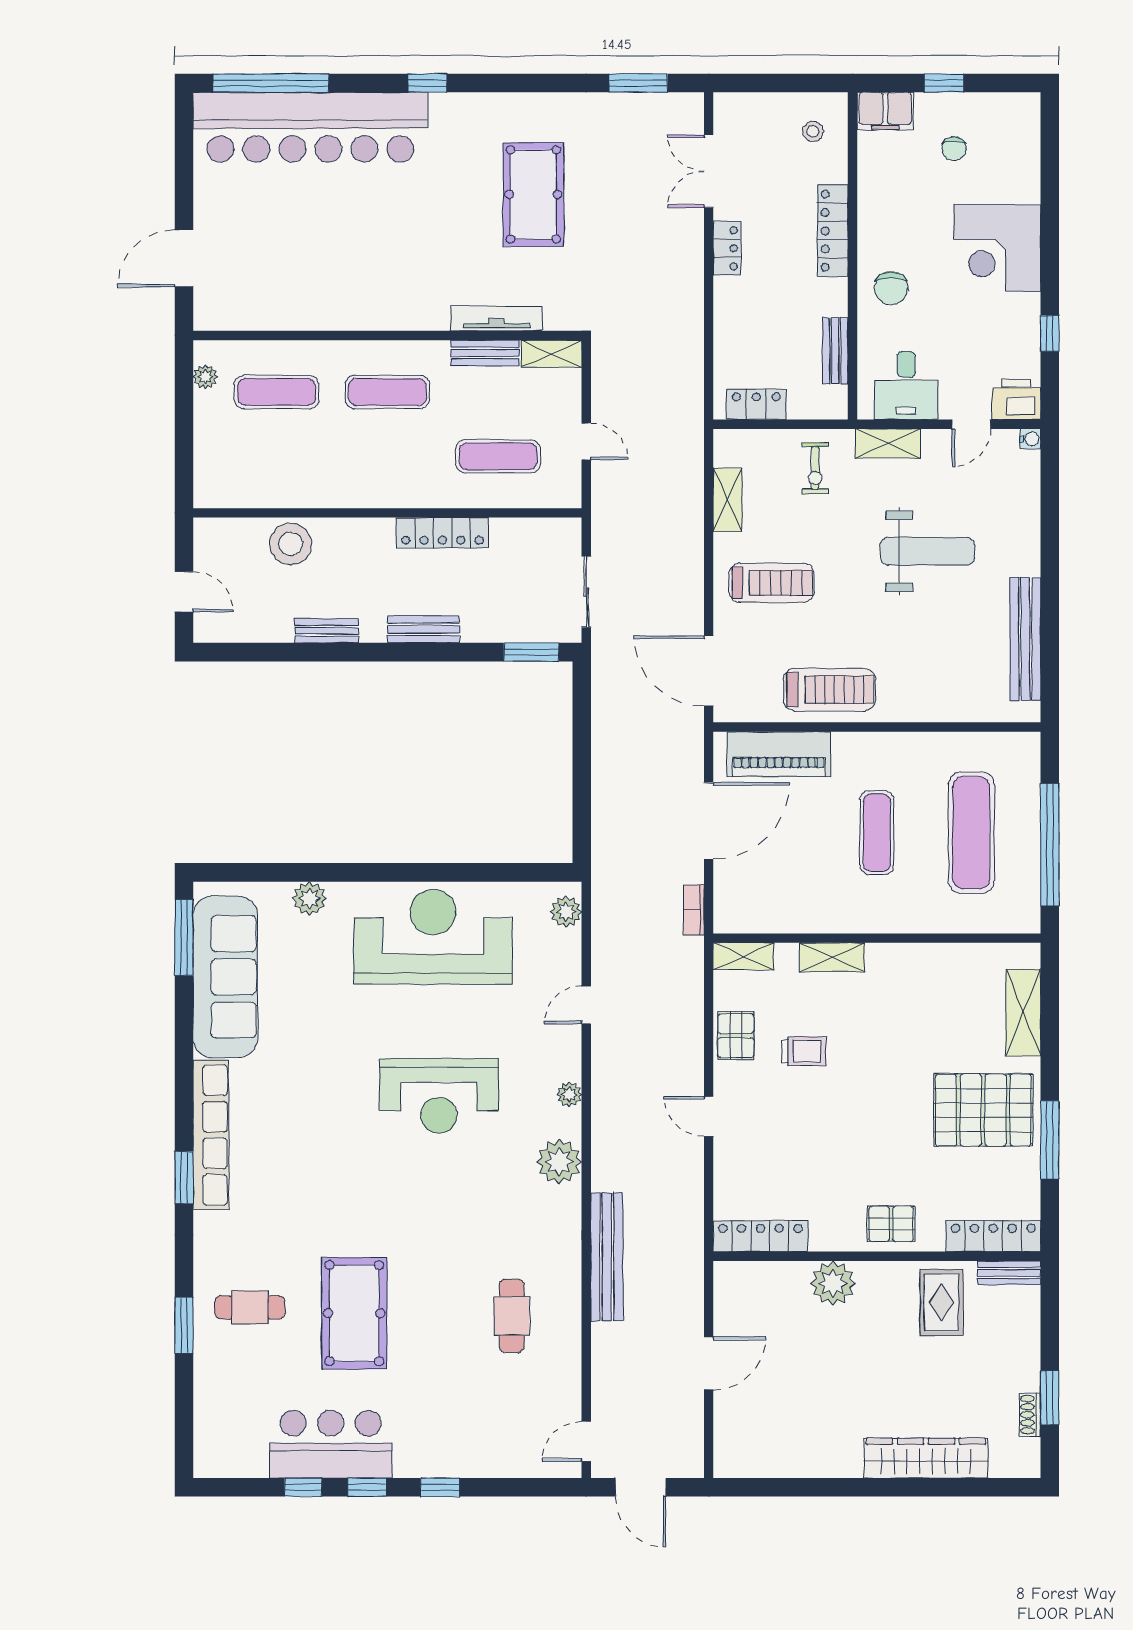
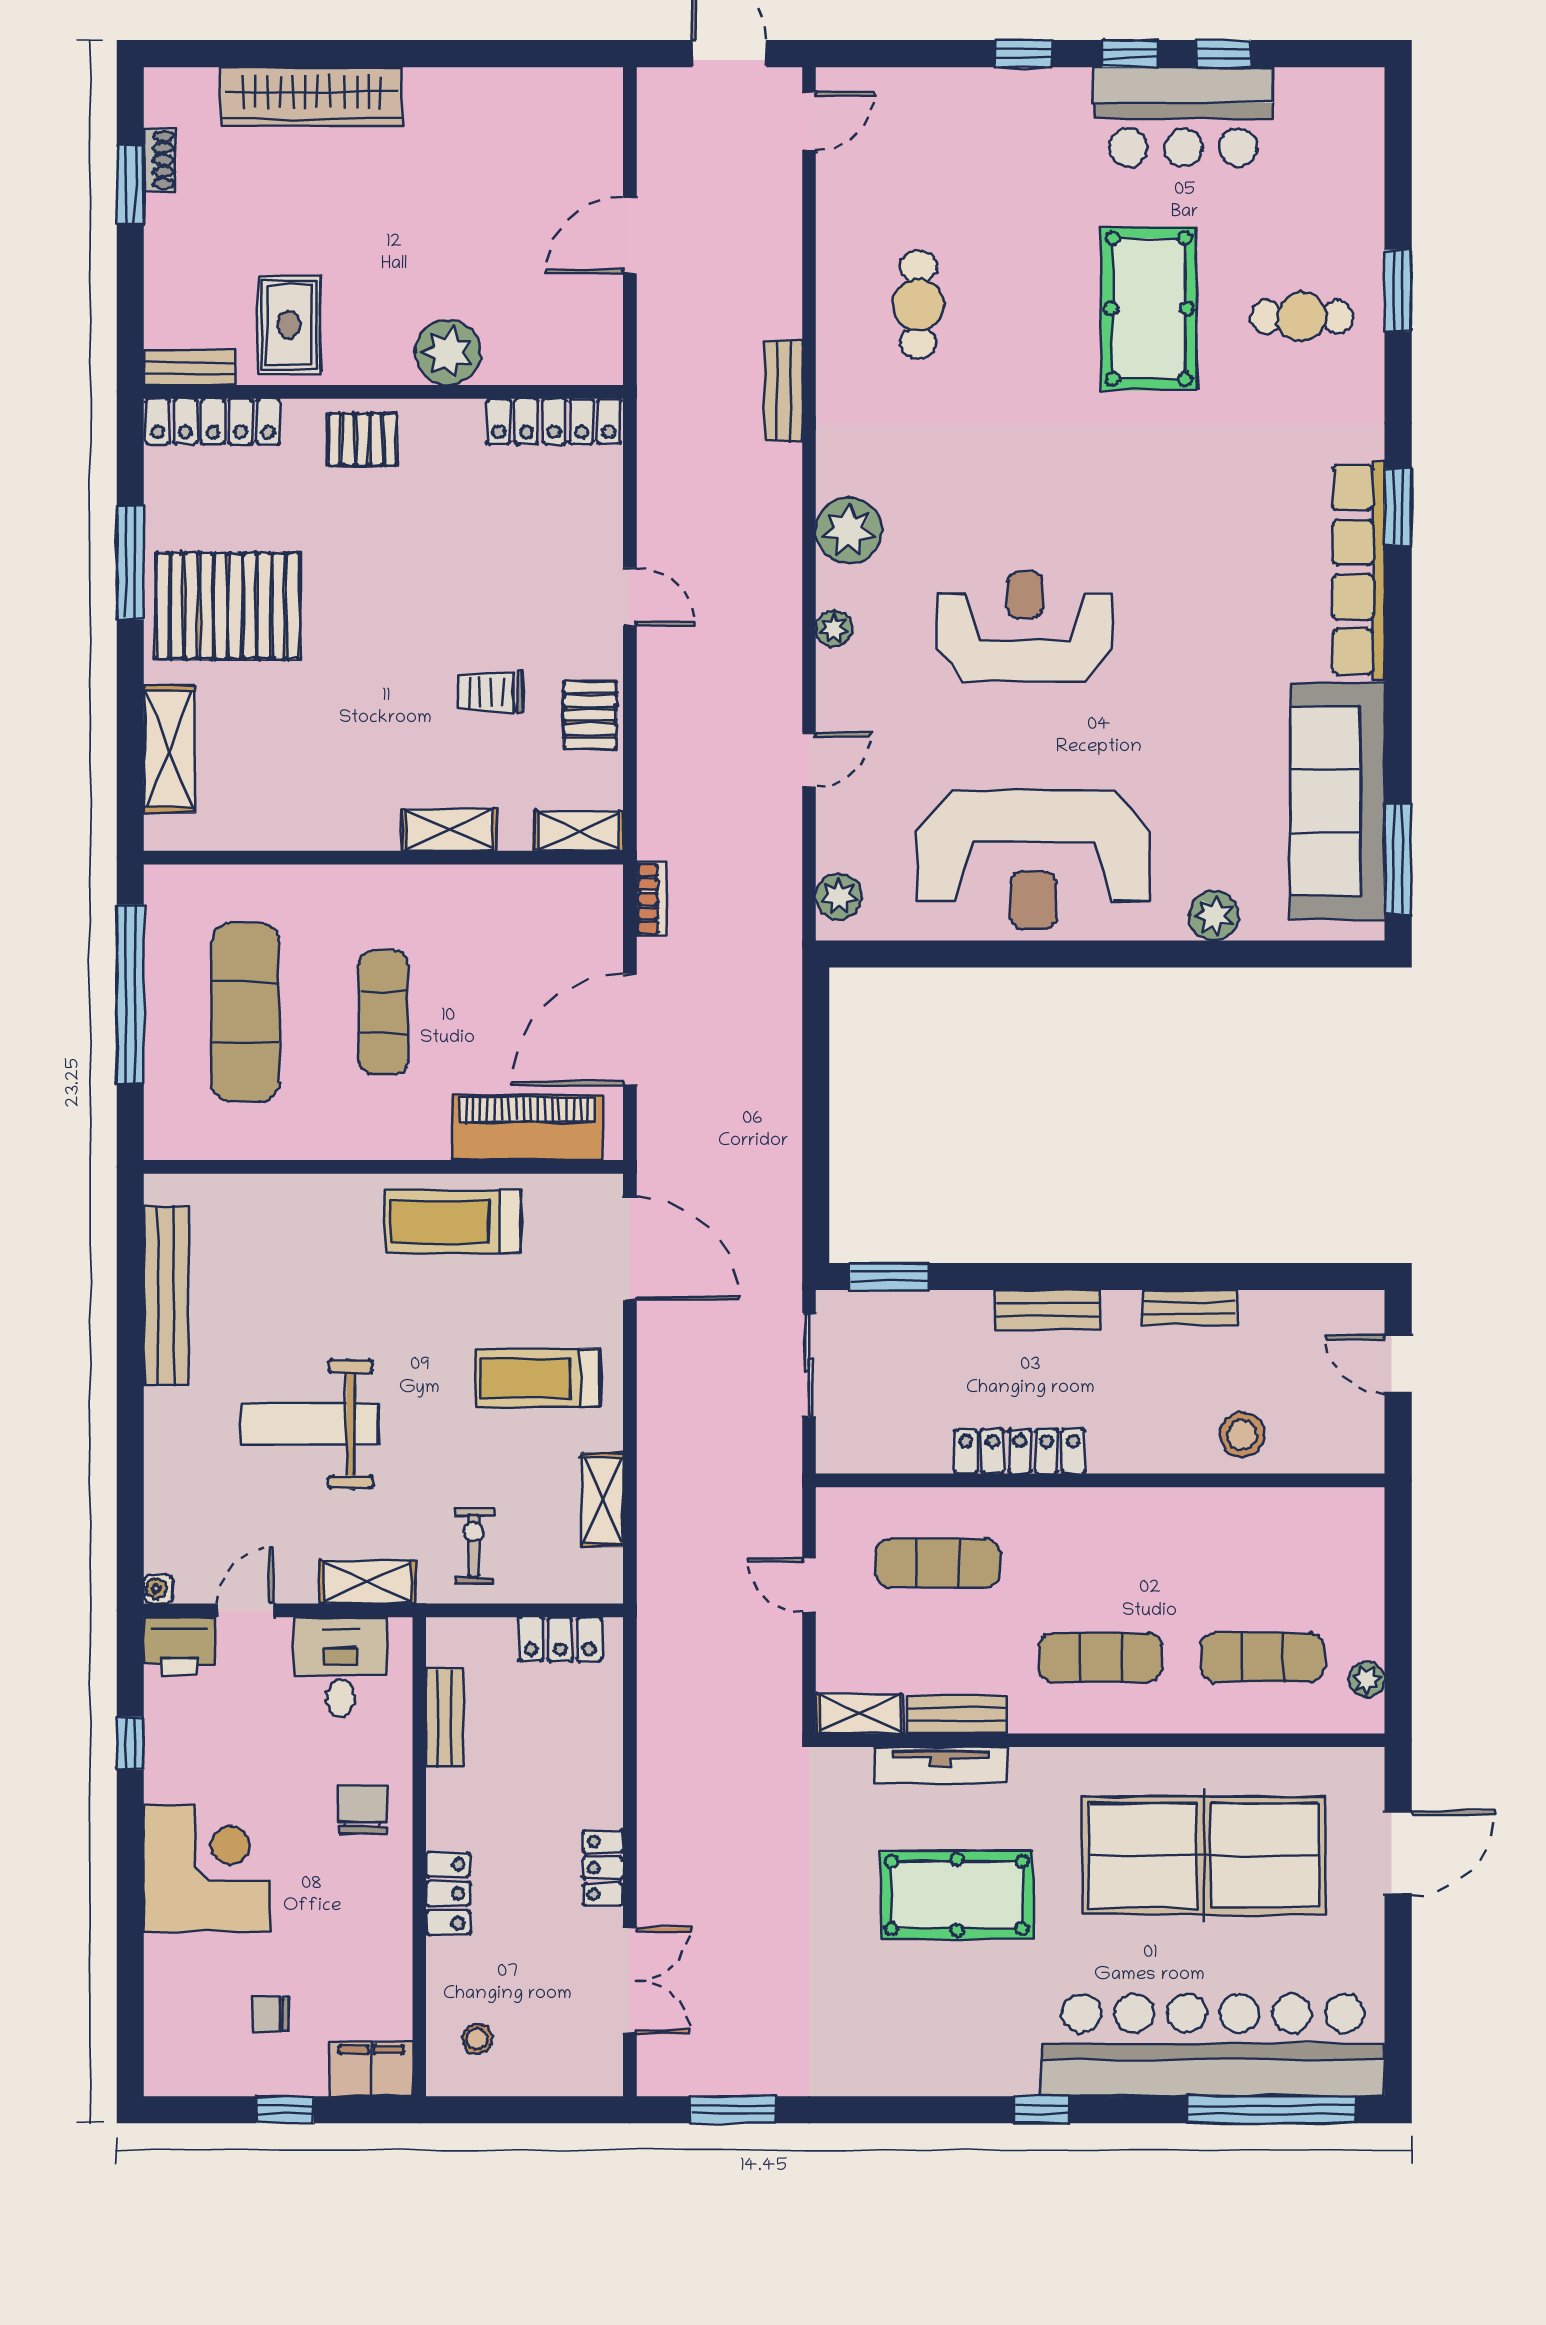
chair: (954, 149) -> (271, 2014), turned -90
pool table: (533, 194) -> (957, 1895), moved, turned 90
locker: (833, 231) -> (448, 1894), width x0.66
table tennis table: (317, 257) -> (1204, 1856), added
stool: (291, 544) -> (1242, 1435), width x0.73, depth x0.73
bench: (607, 1257) -> (783, 391), width x0.54, depth x0.82

